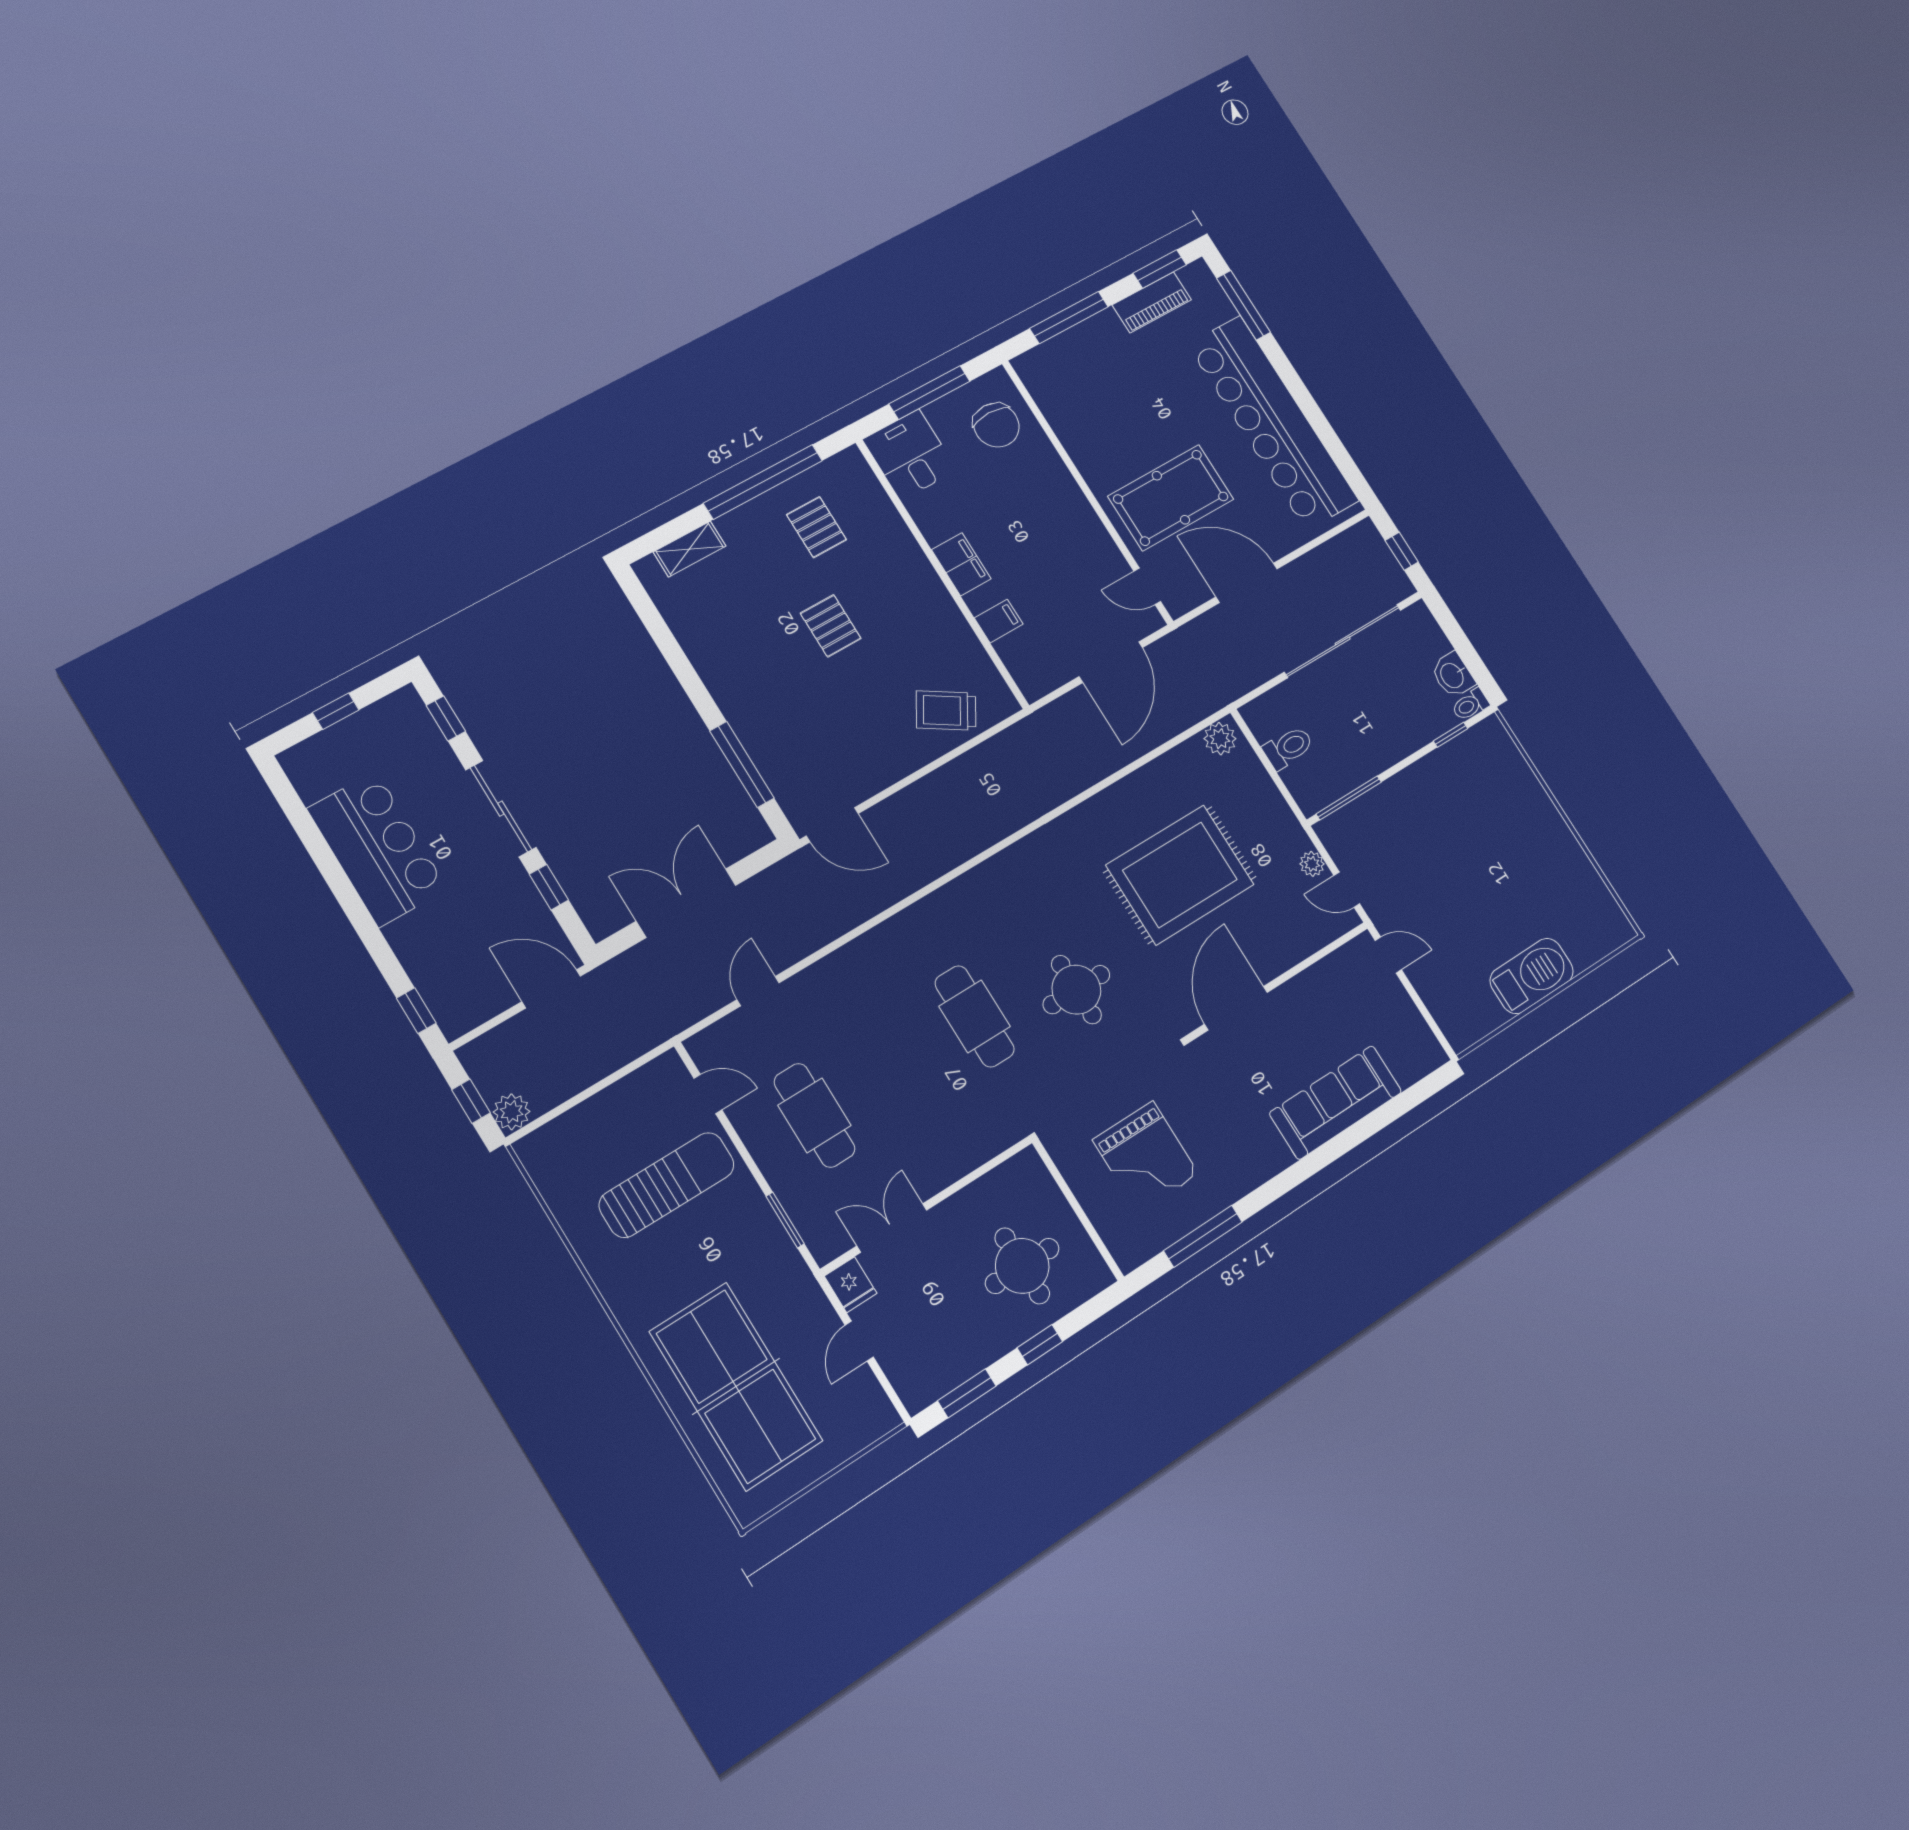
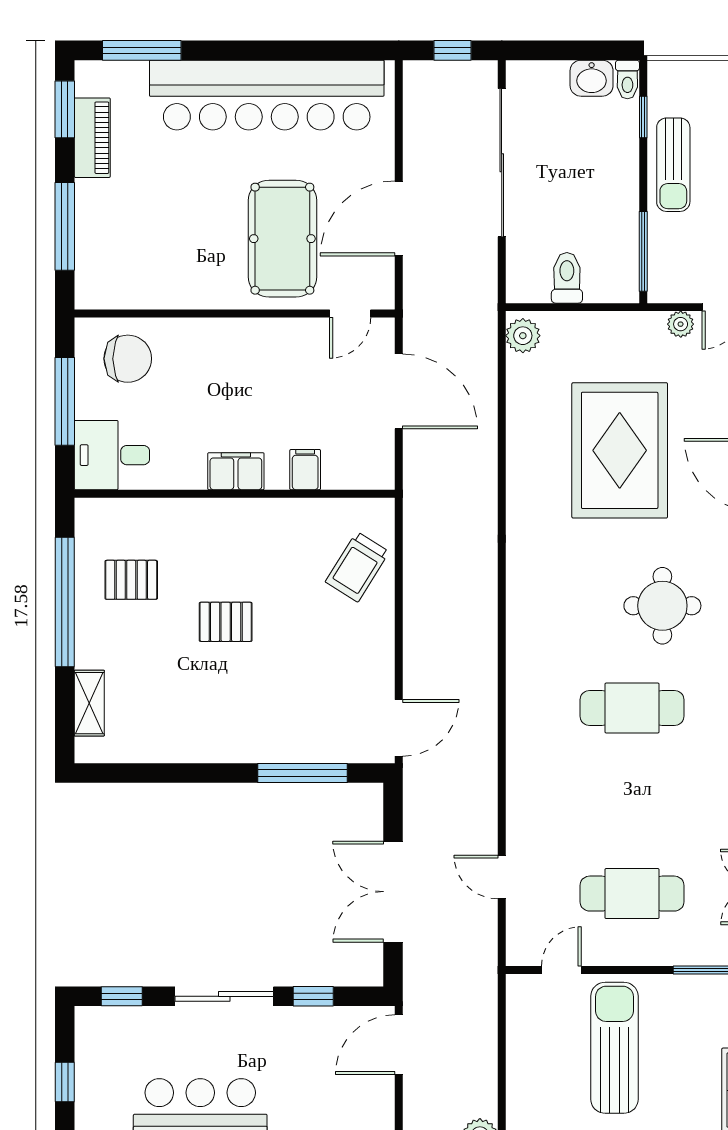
sun lounger: (1430, 782) -> (673, 165), added

